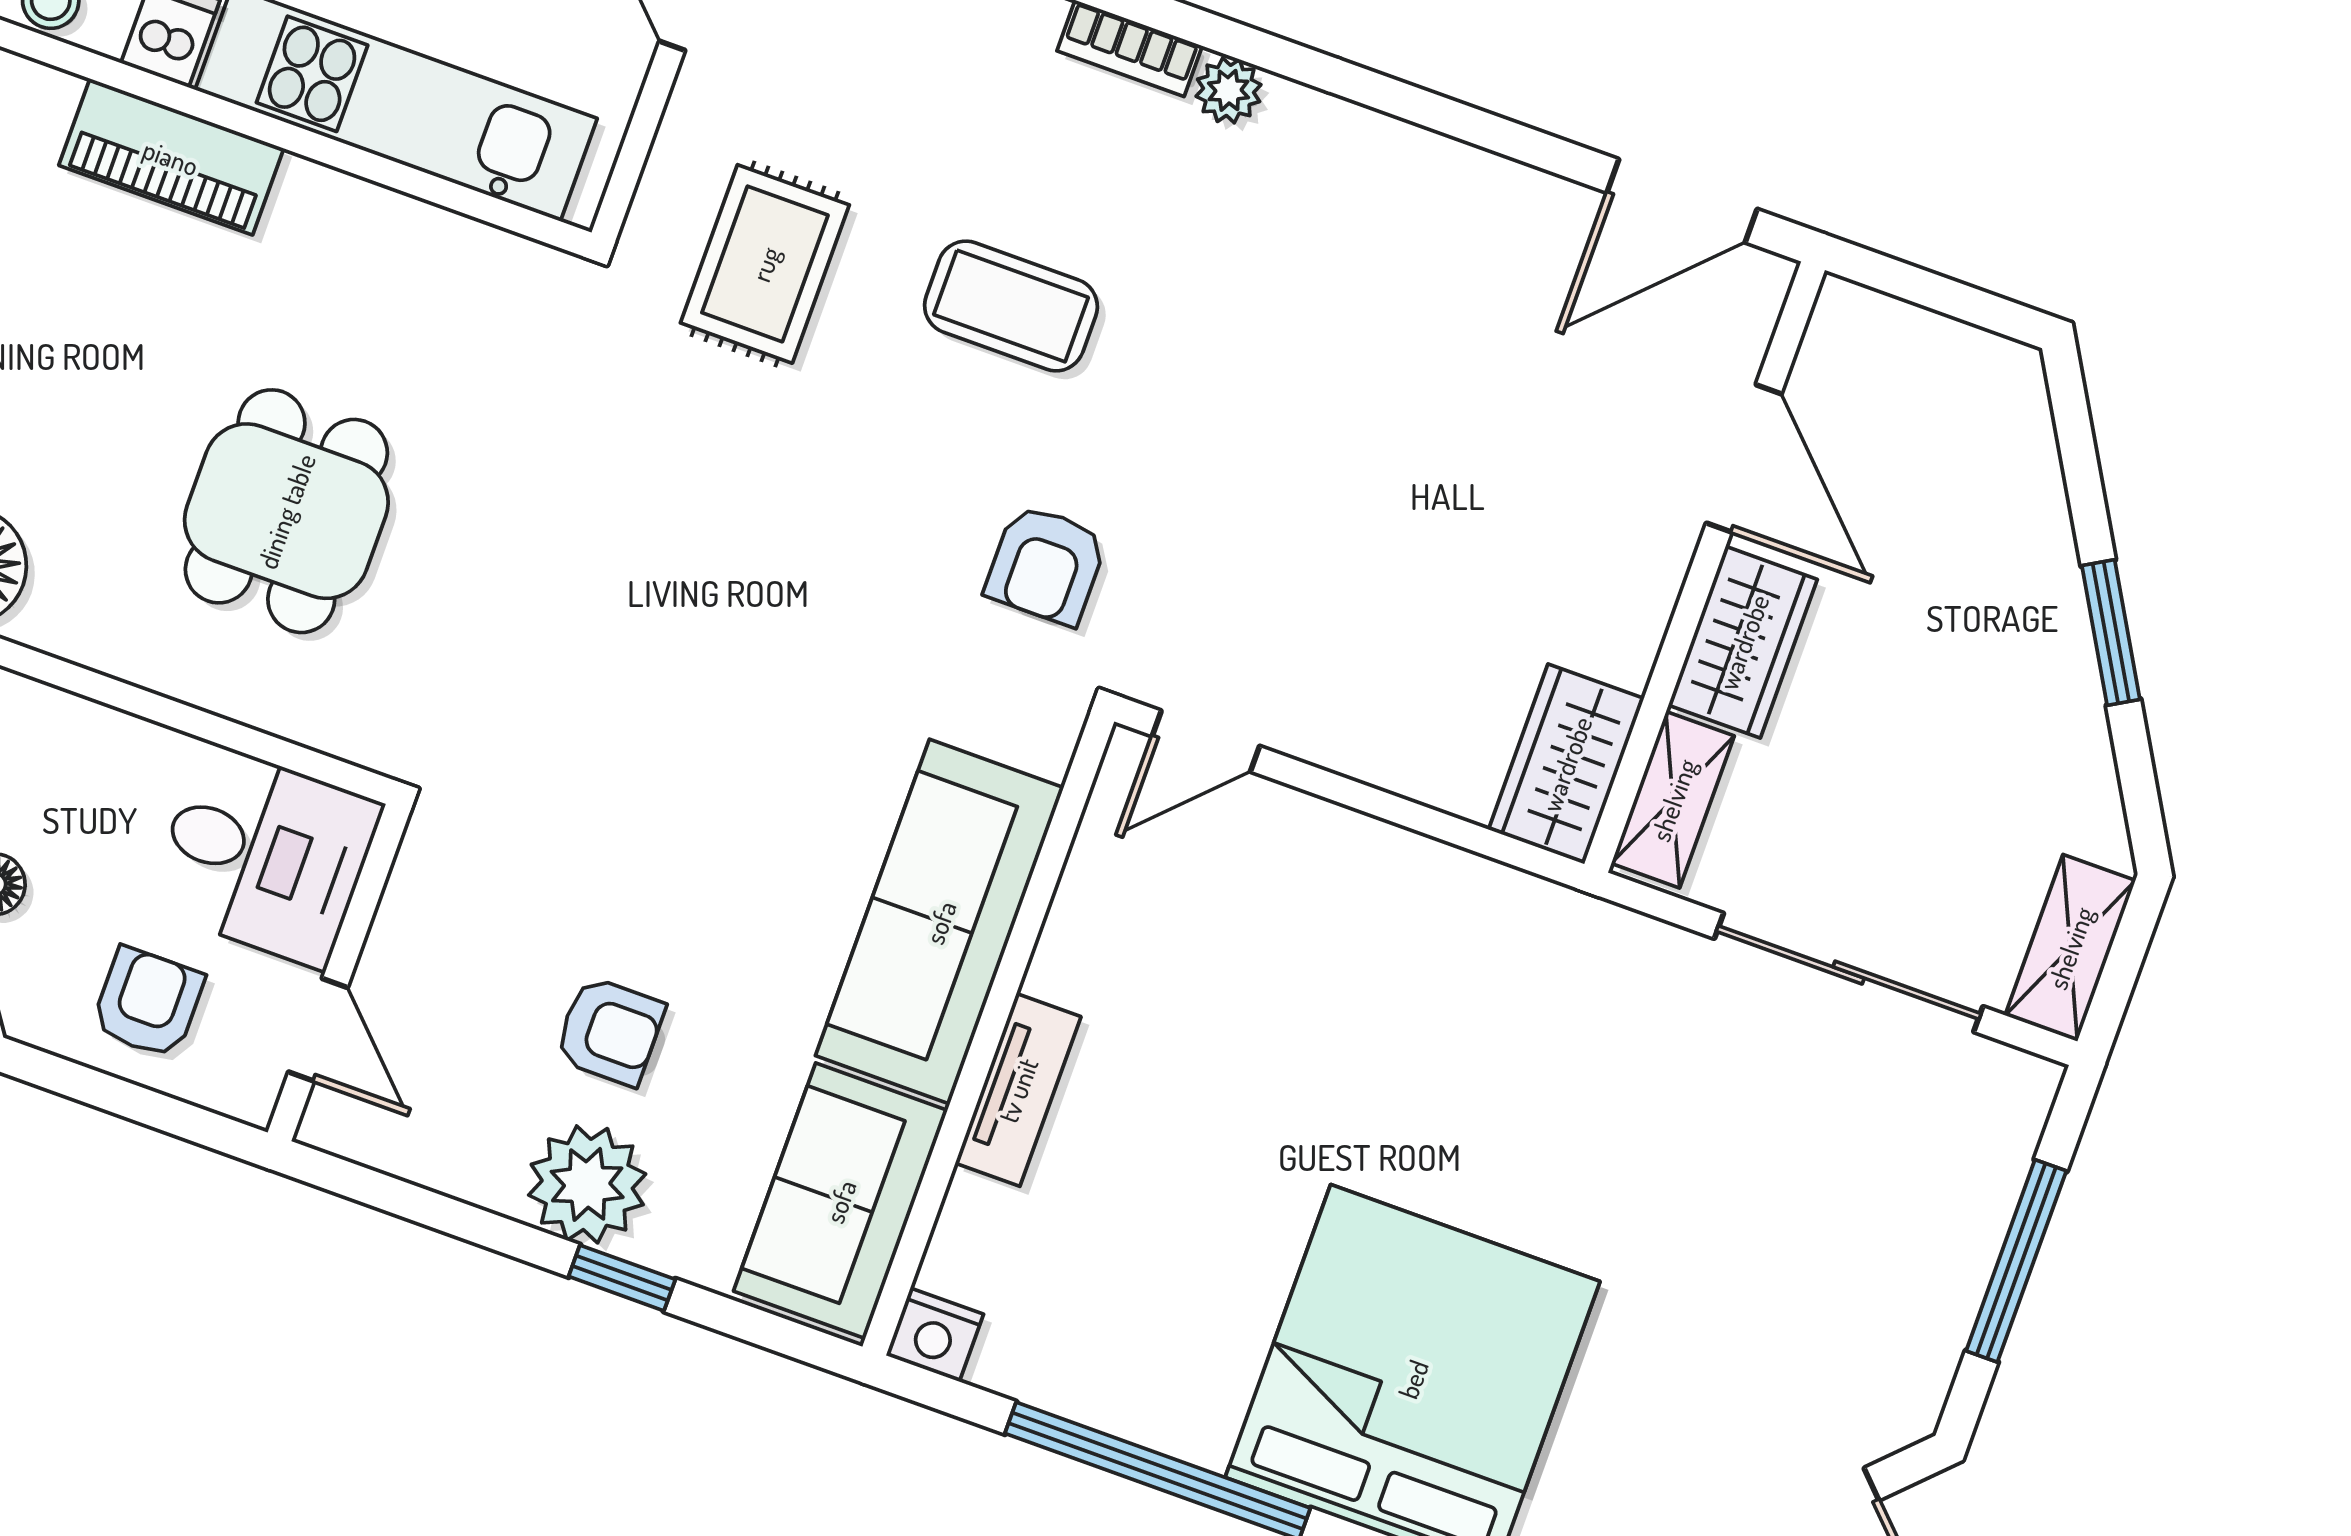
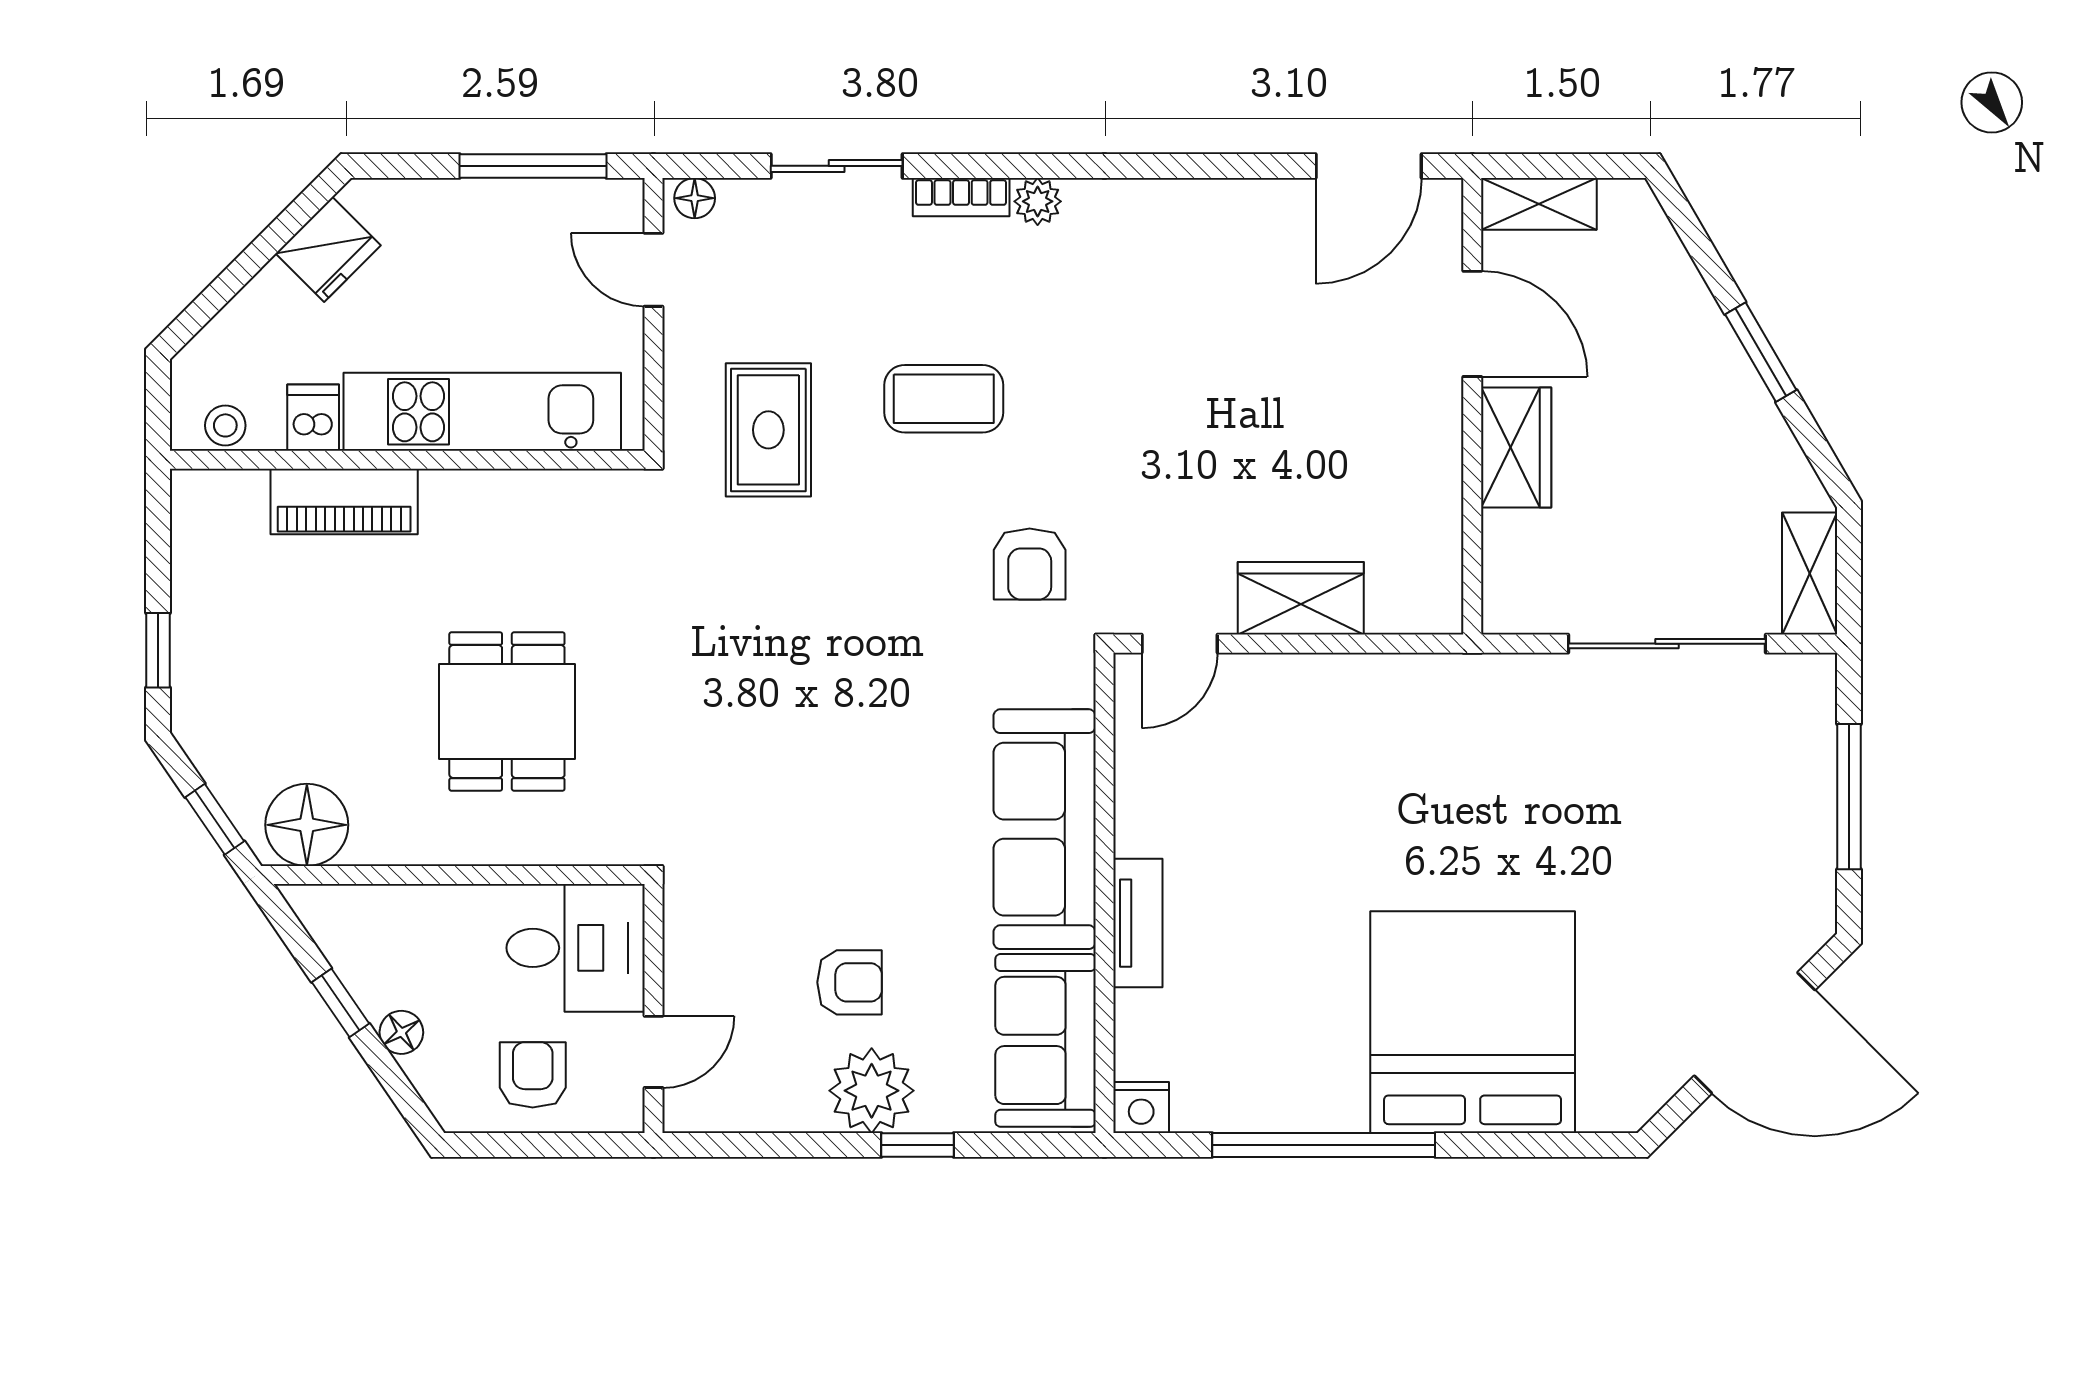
wardrobe: (1566, 764) -> (1301, 598), moved, turned 90
shelving: (1673, 800) -> (1539, 204), moved, turned 90
door: (318, 1030) -> (653, 1052), hinge flipped

